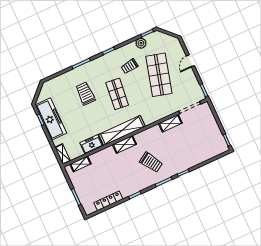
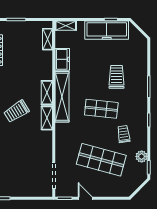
door: (190, 61) -> (85, 198), moved
trolley: (85, 94) -> (116, 77), turned -90
shelving: (170, 123) -> (47, 118), moved

